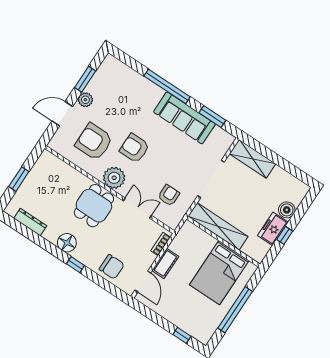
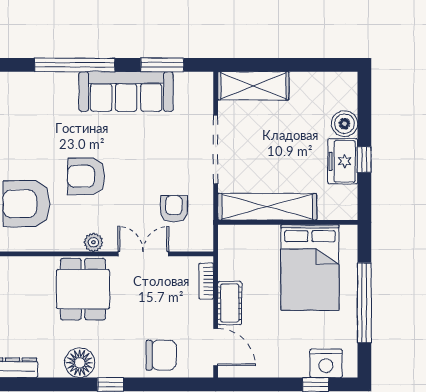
plant: (114, 178) -> (93, 242), width x0.53, depth x0.53
nightstand: (194, 328) -> (326, 363), added

